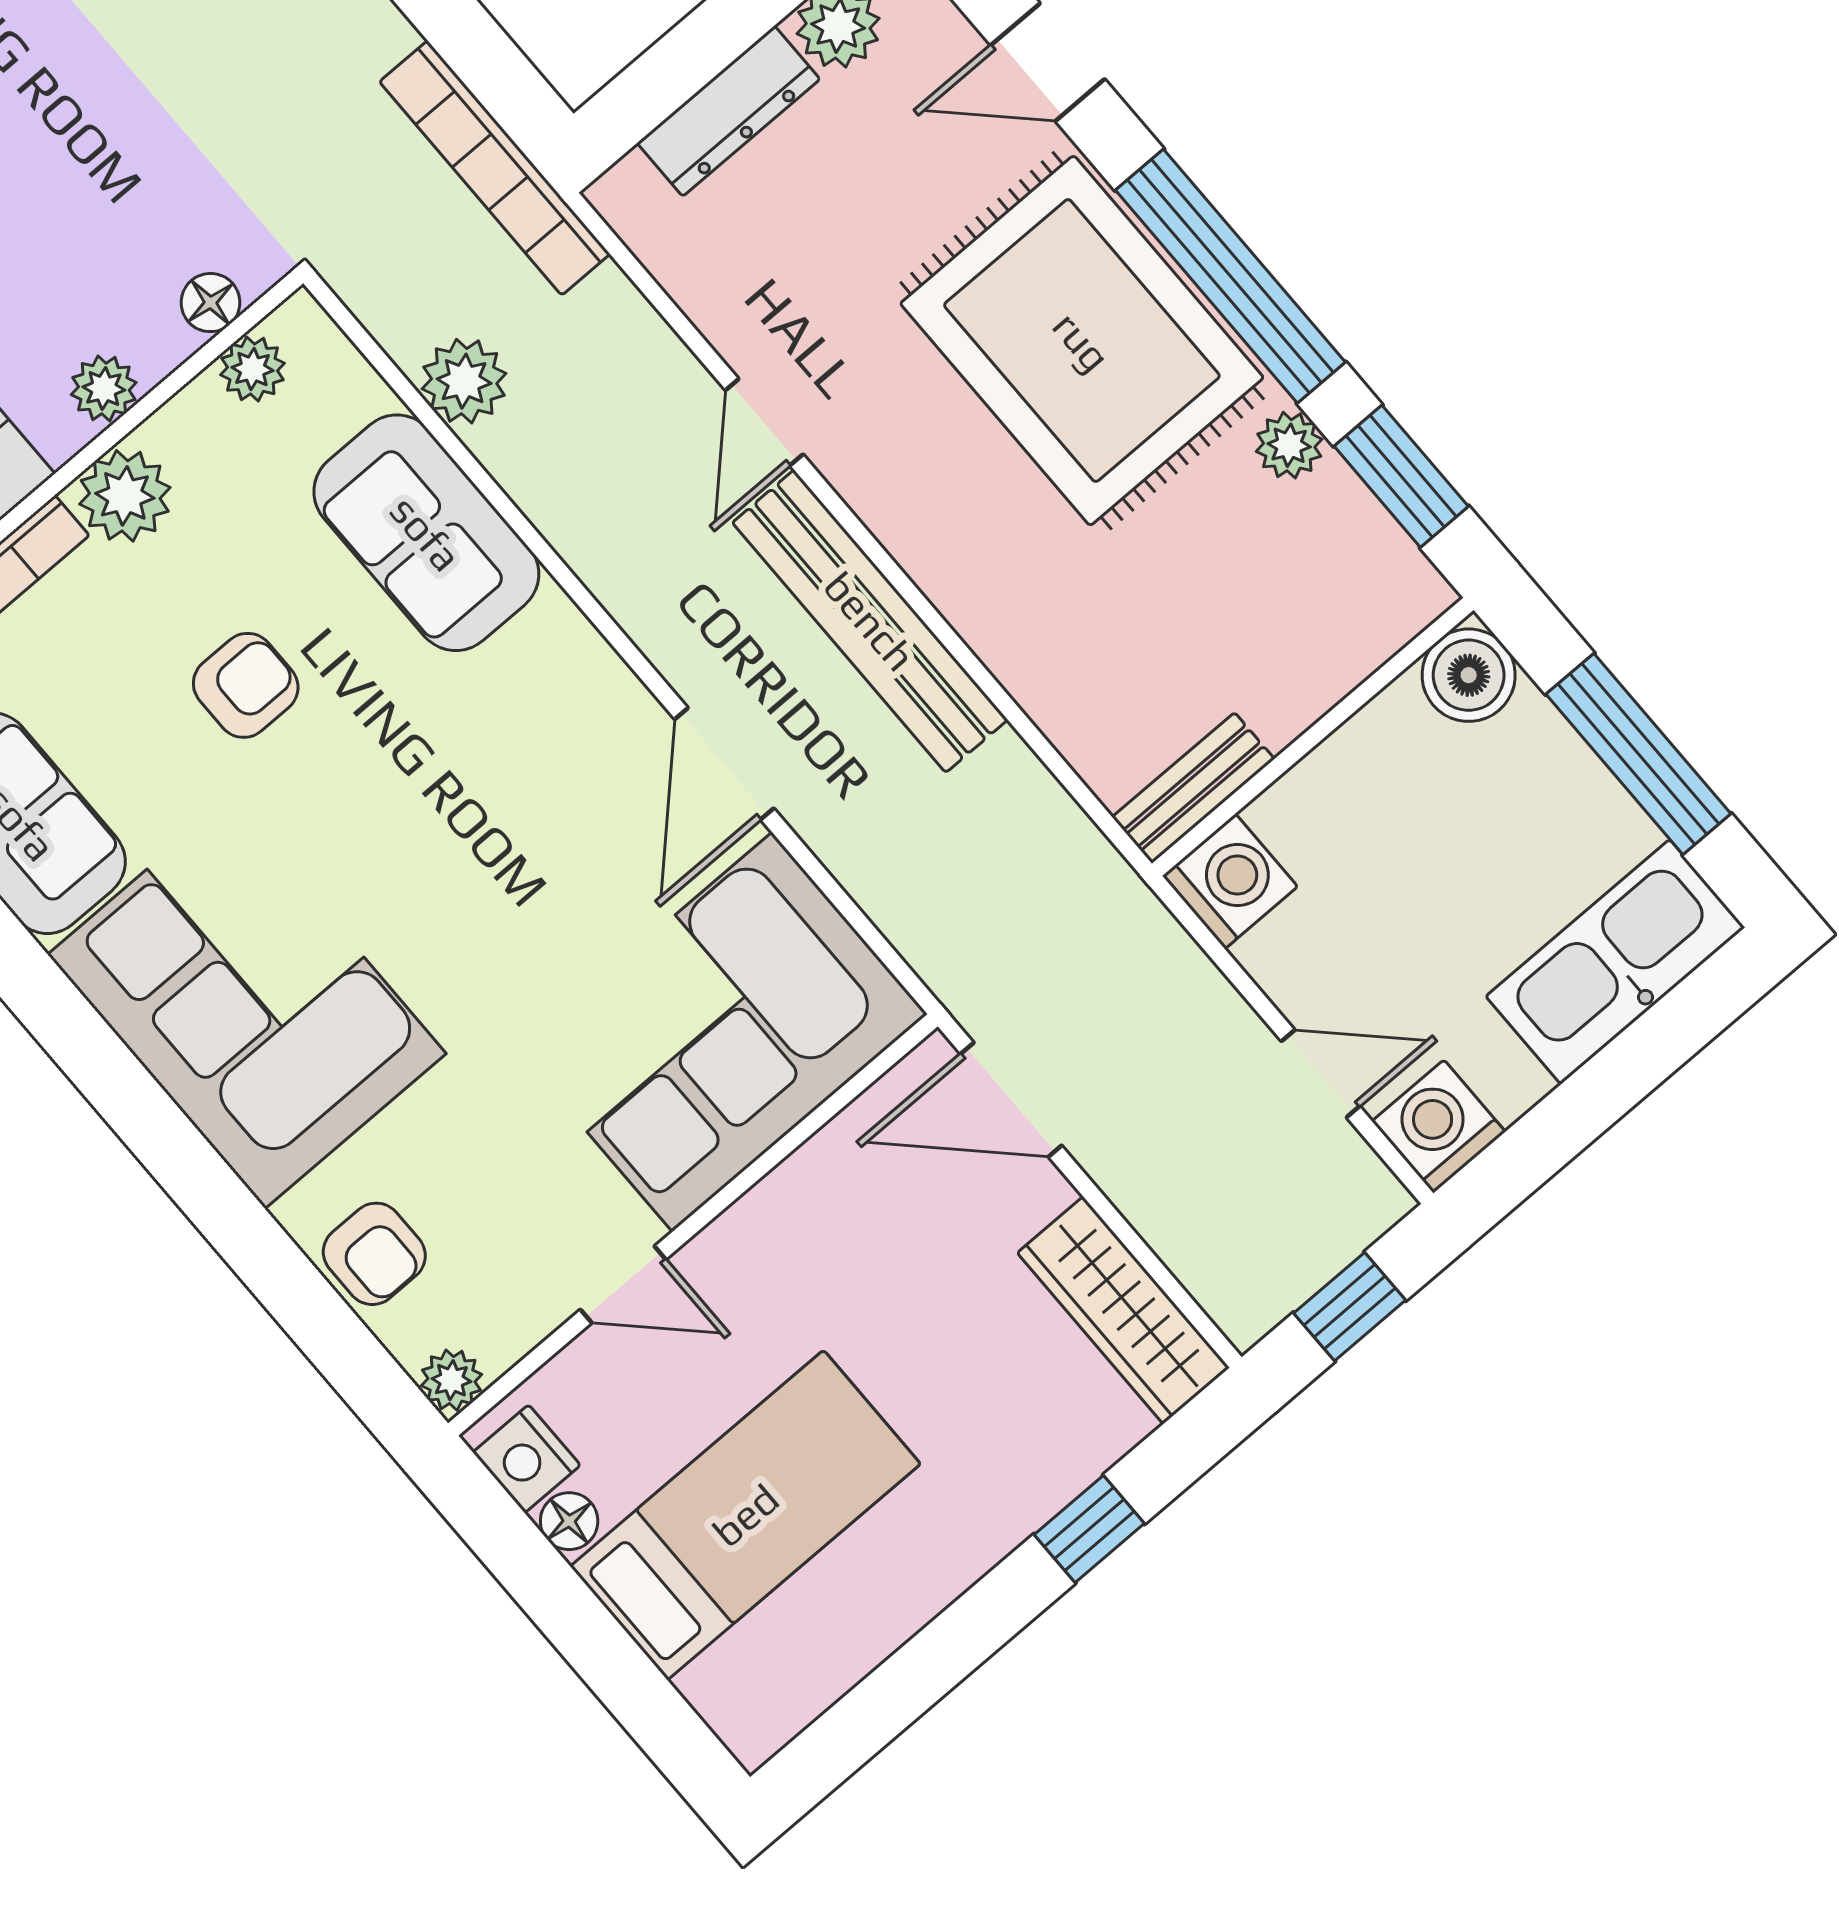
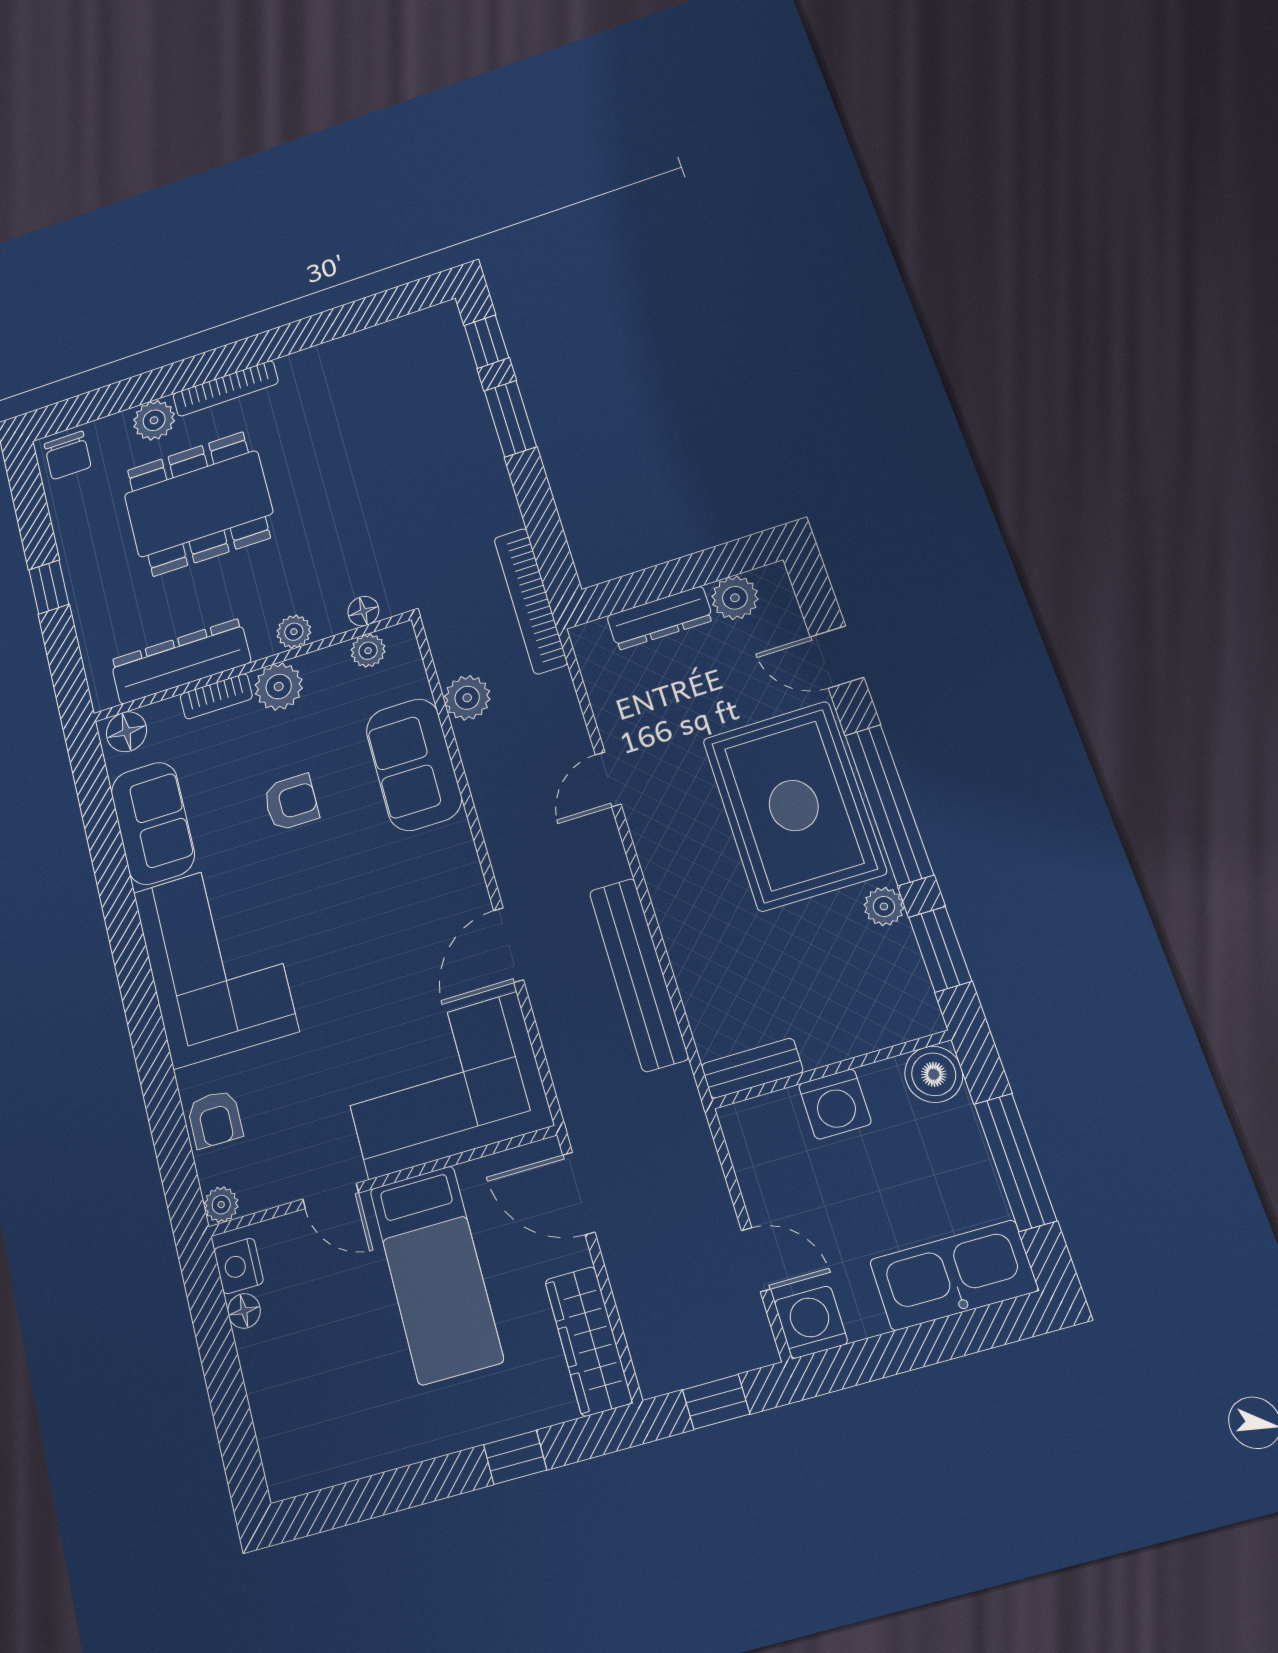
bench: (870, 621) -> (638, 974), moved
washing machine: (1230, 881) -> (835, 1104), moved, turned 90
bed: (745, 1515) -> (436, 1274), moved, turned 90

